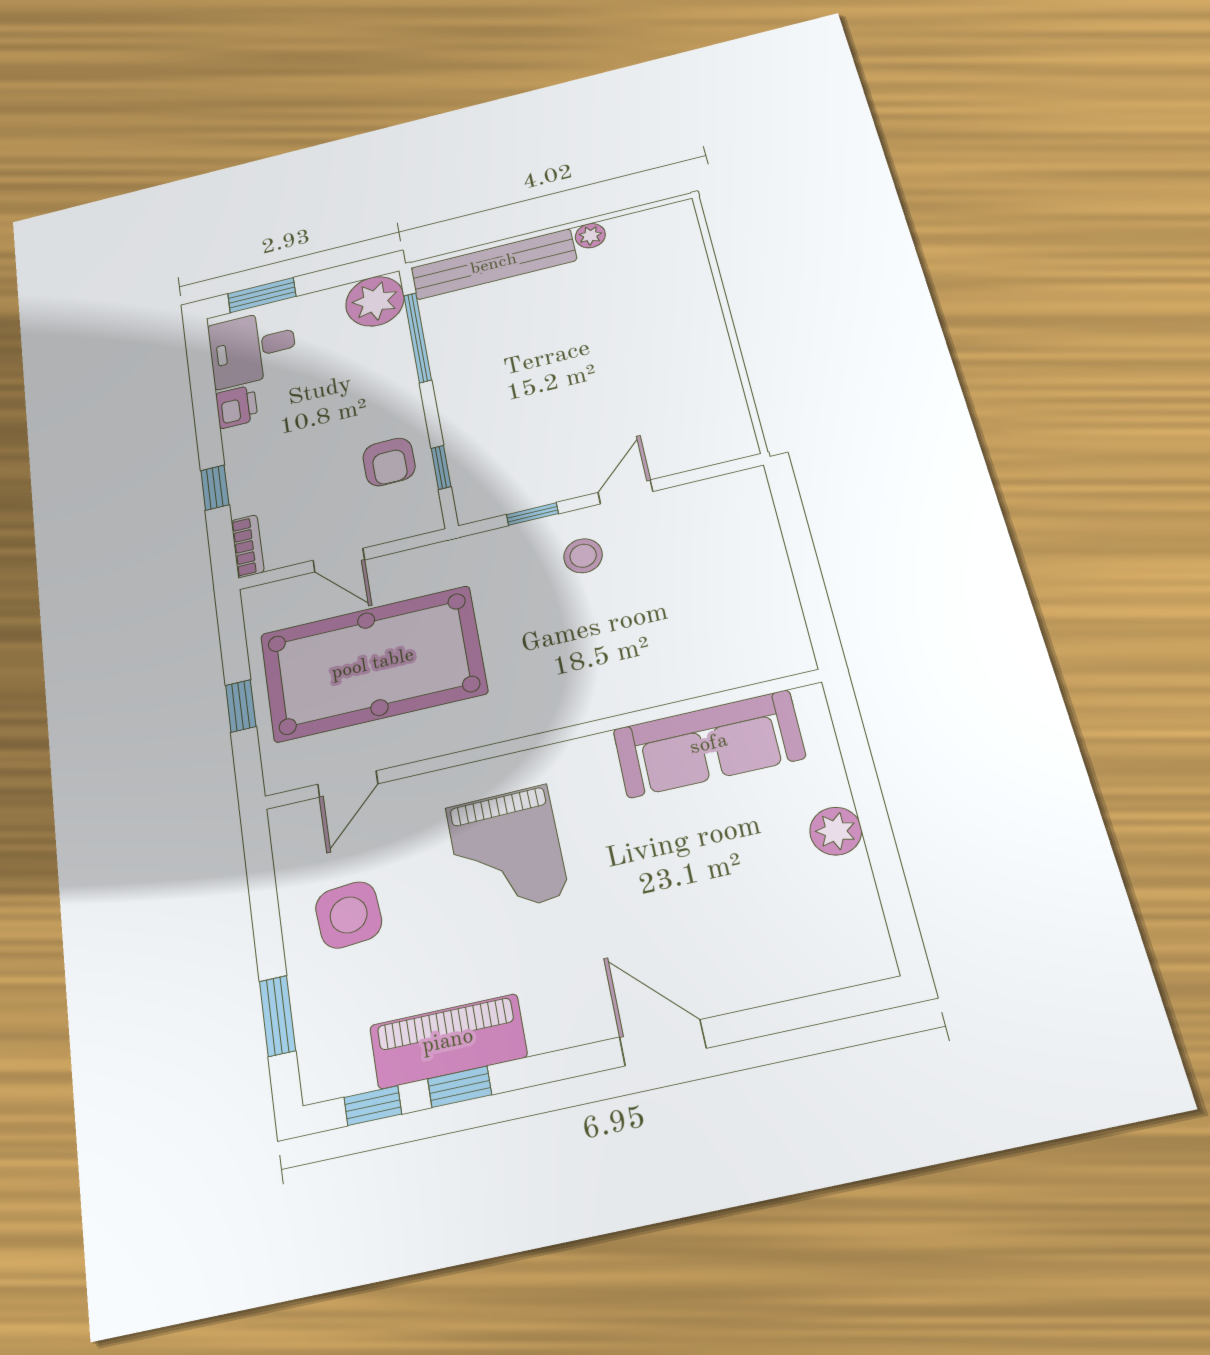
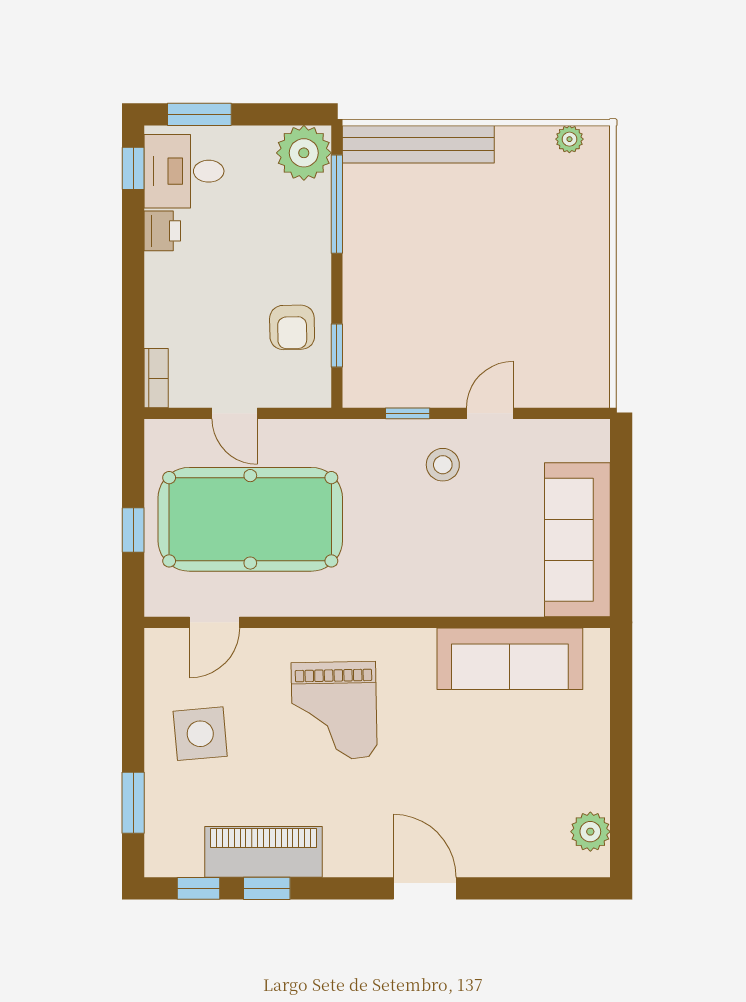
plant: (590, 236) -> (569, 139), moved
window: (215, 488) -> (133, 168), moved
sofa: (758, 596) -> (577, 540), added
plant: (836, 831) -> (590, 832), moved

